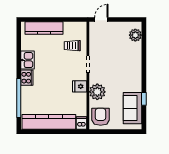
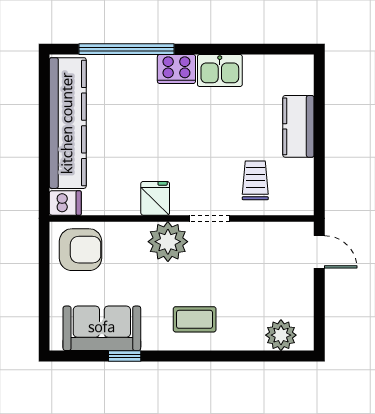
kitchen counter: (44, 28) -> (298, 126), width x0.67
coffee table: (129, 70) -> (195, 319), added
plant: (97, 92) -> (168, 242), moved

